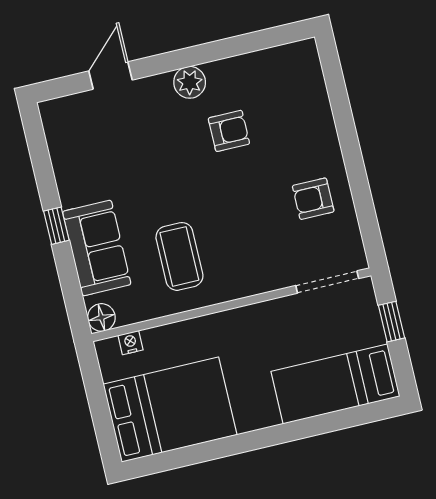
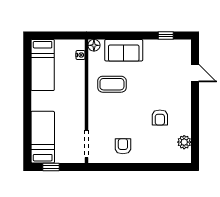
plant: (190, 82) -> (184, 142), moved
window: (56, 226) -> (166, 35), moved
window: (392, 322) -> (51, 167), moved
bed: (170, 410) -> (43, 65), width x0.67

